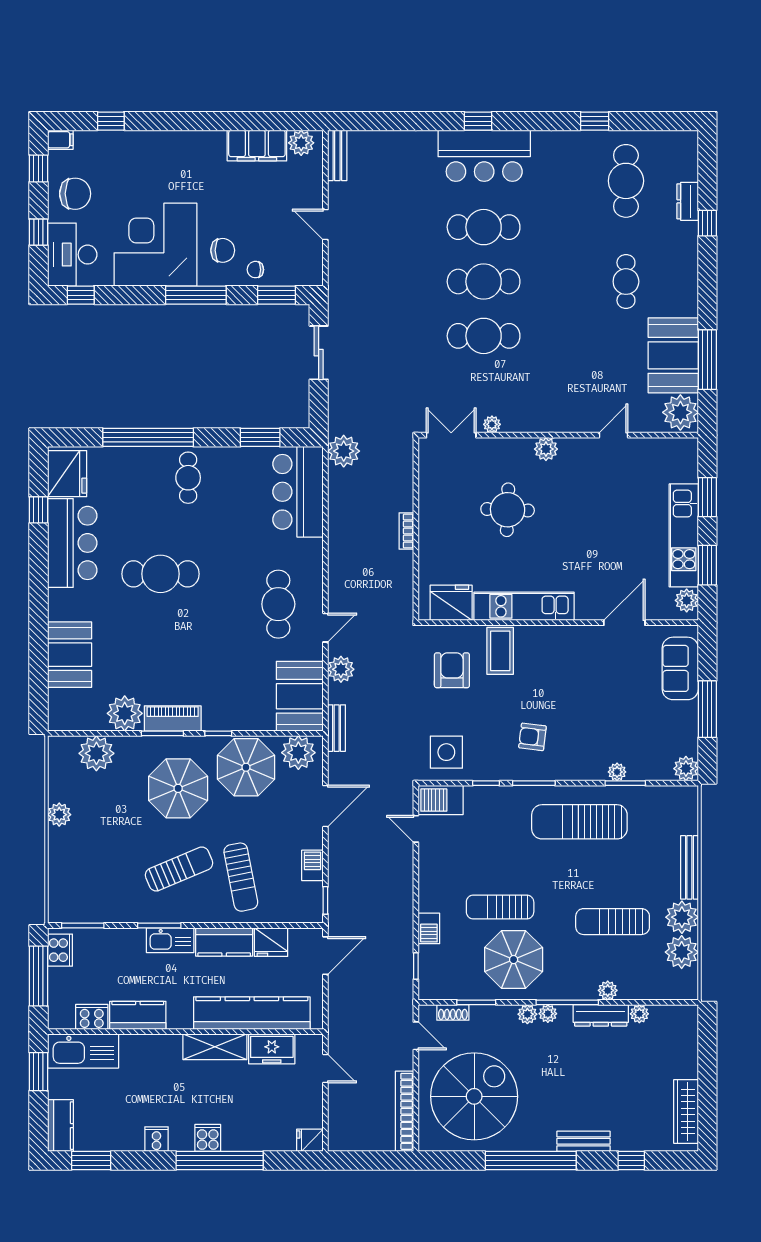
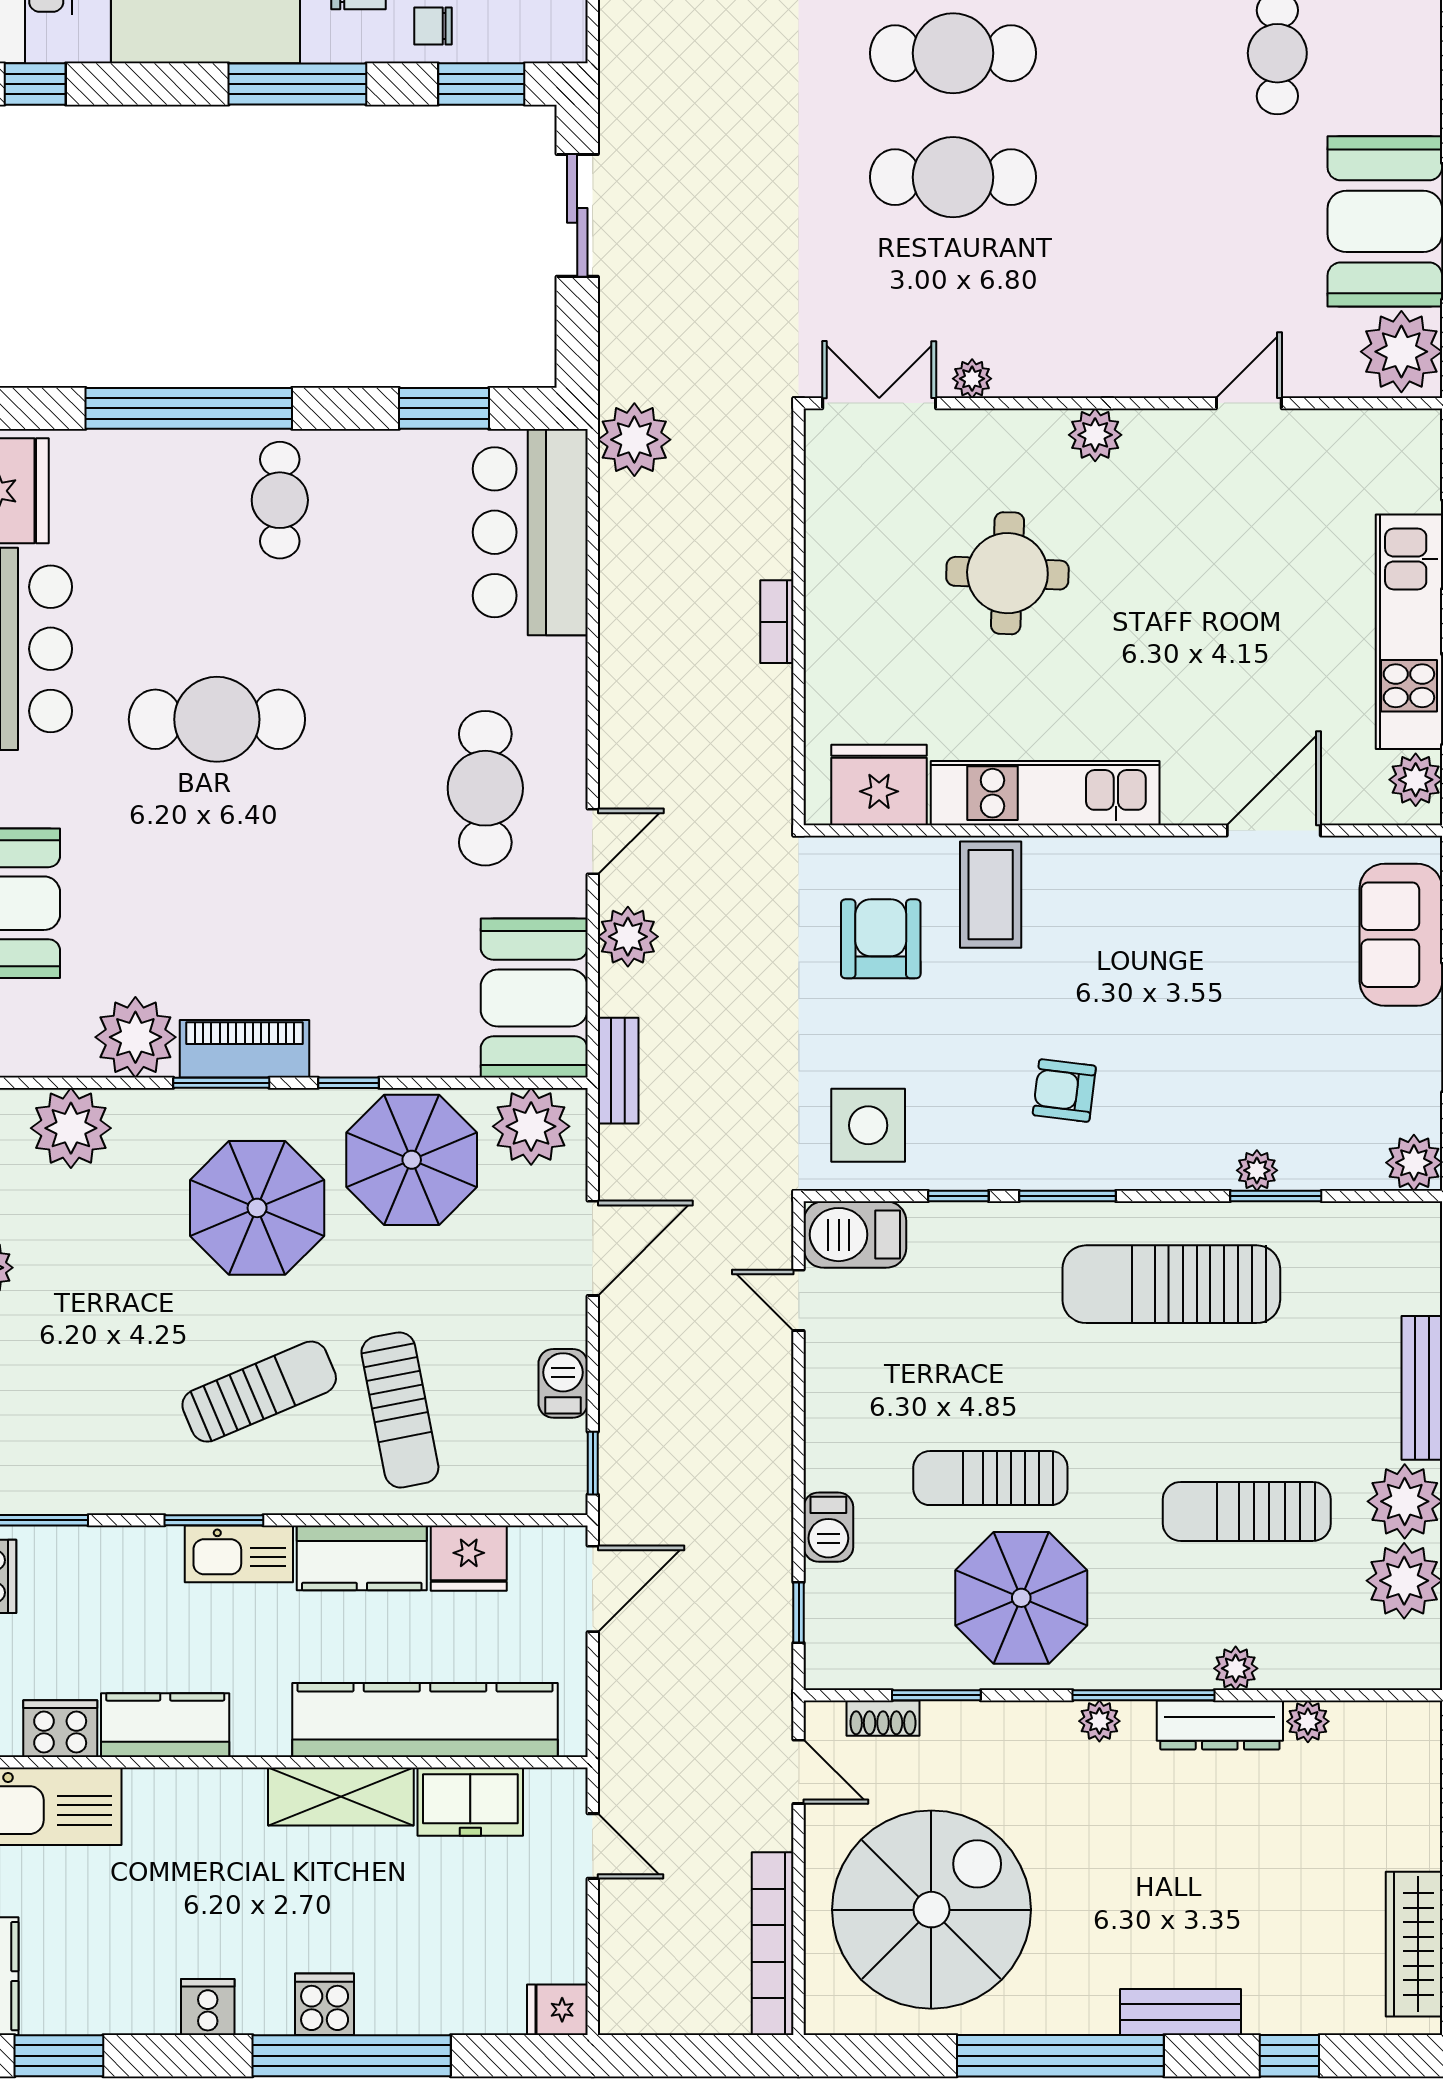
plant: (527, 1014) -> (1053, 1722), removed

